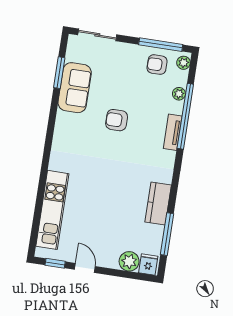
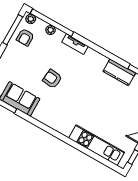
window: (185, 116) -> (52, 23), moved
armchair: (117, 120) -> (52, 79), turned 96

